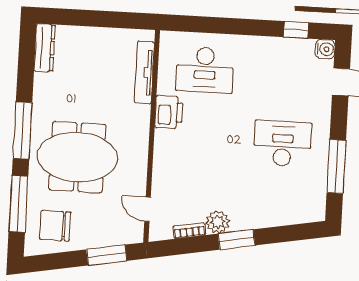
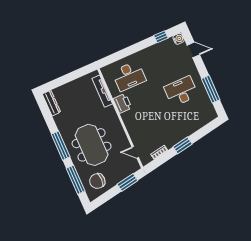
meeting table: (77, 157) -> (92, 145), turned 90
plant: (218, 222) -> (170, 142), removed

